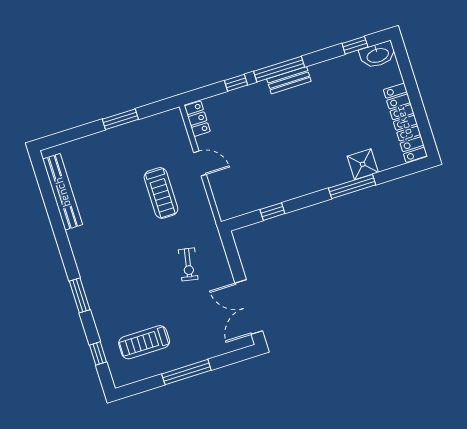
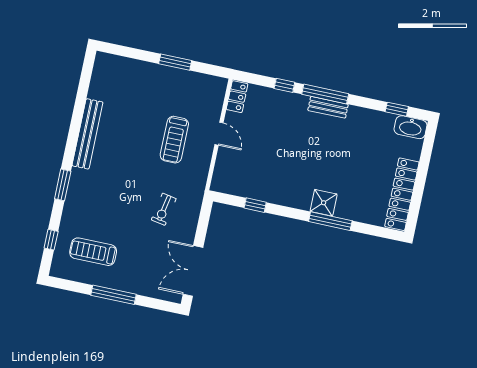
shower: (363, 164) -> (324, 203), moved
bench: (63, 192) -> (87, 134), moved

